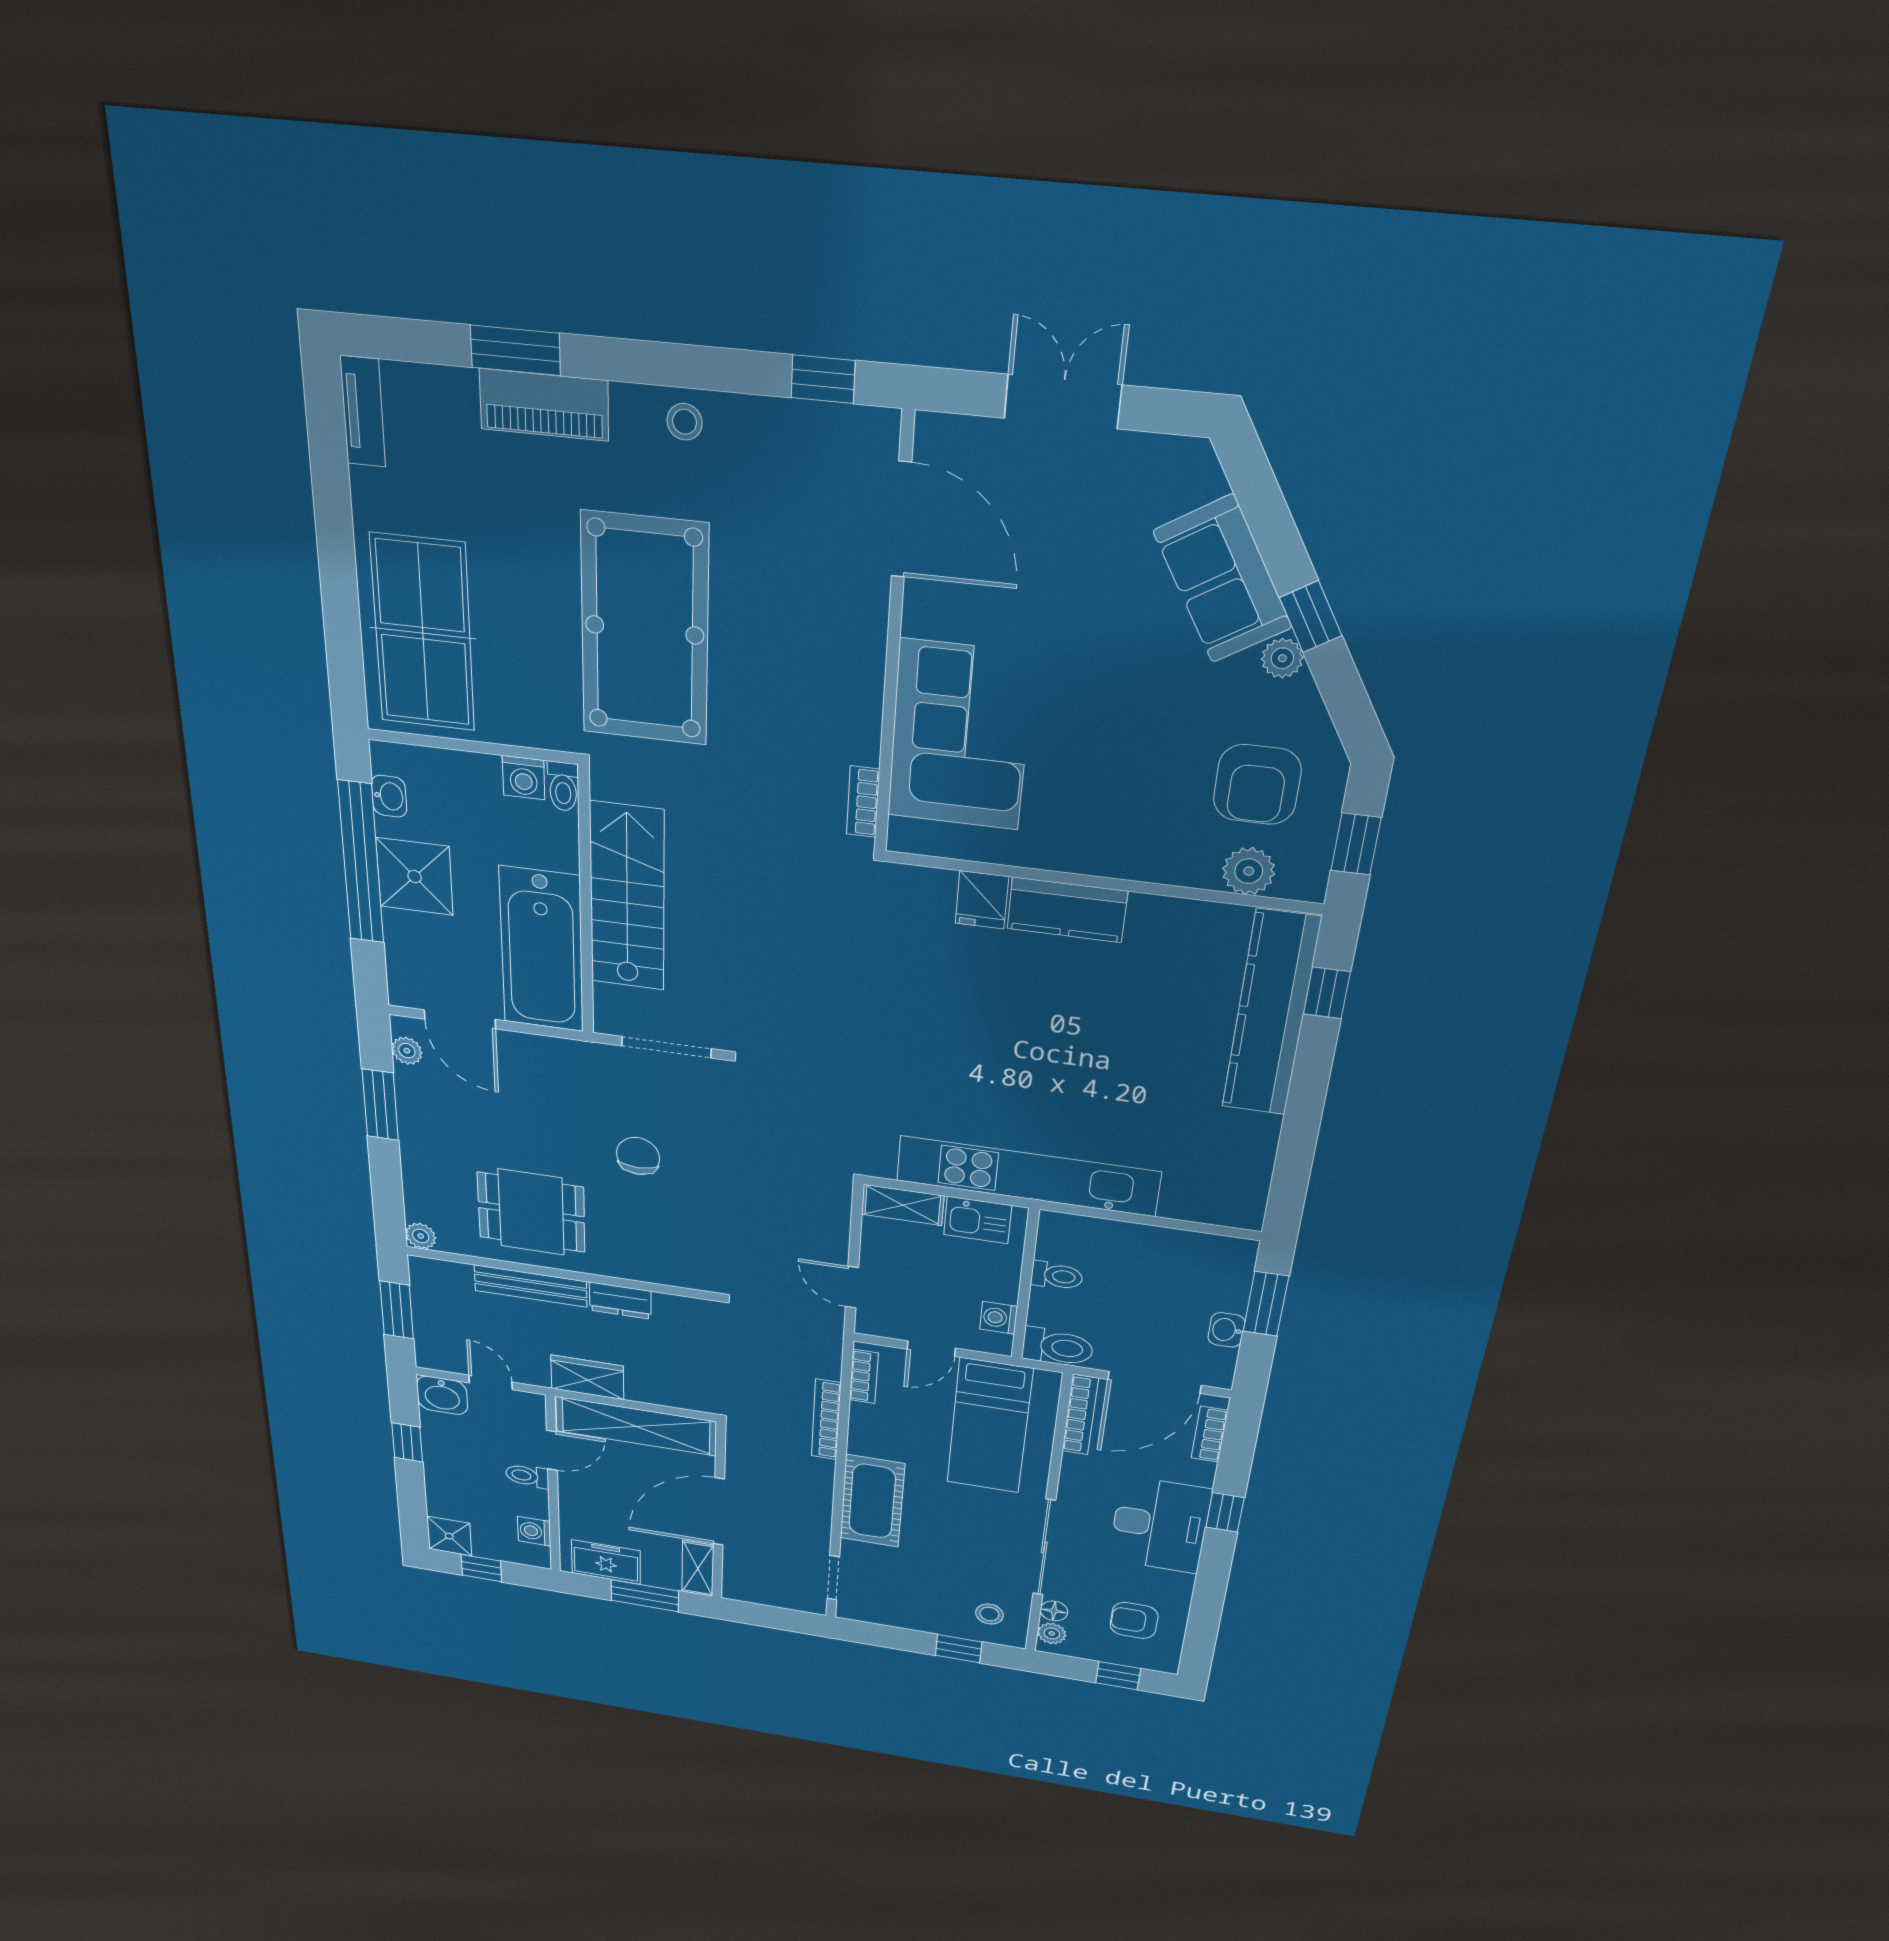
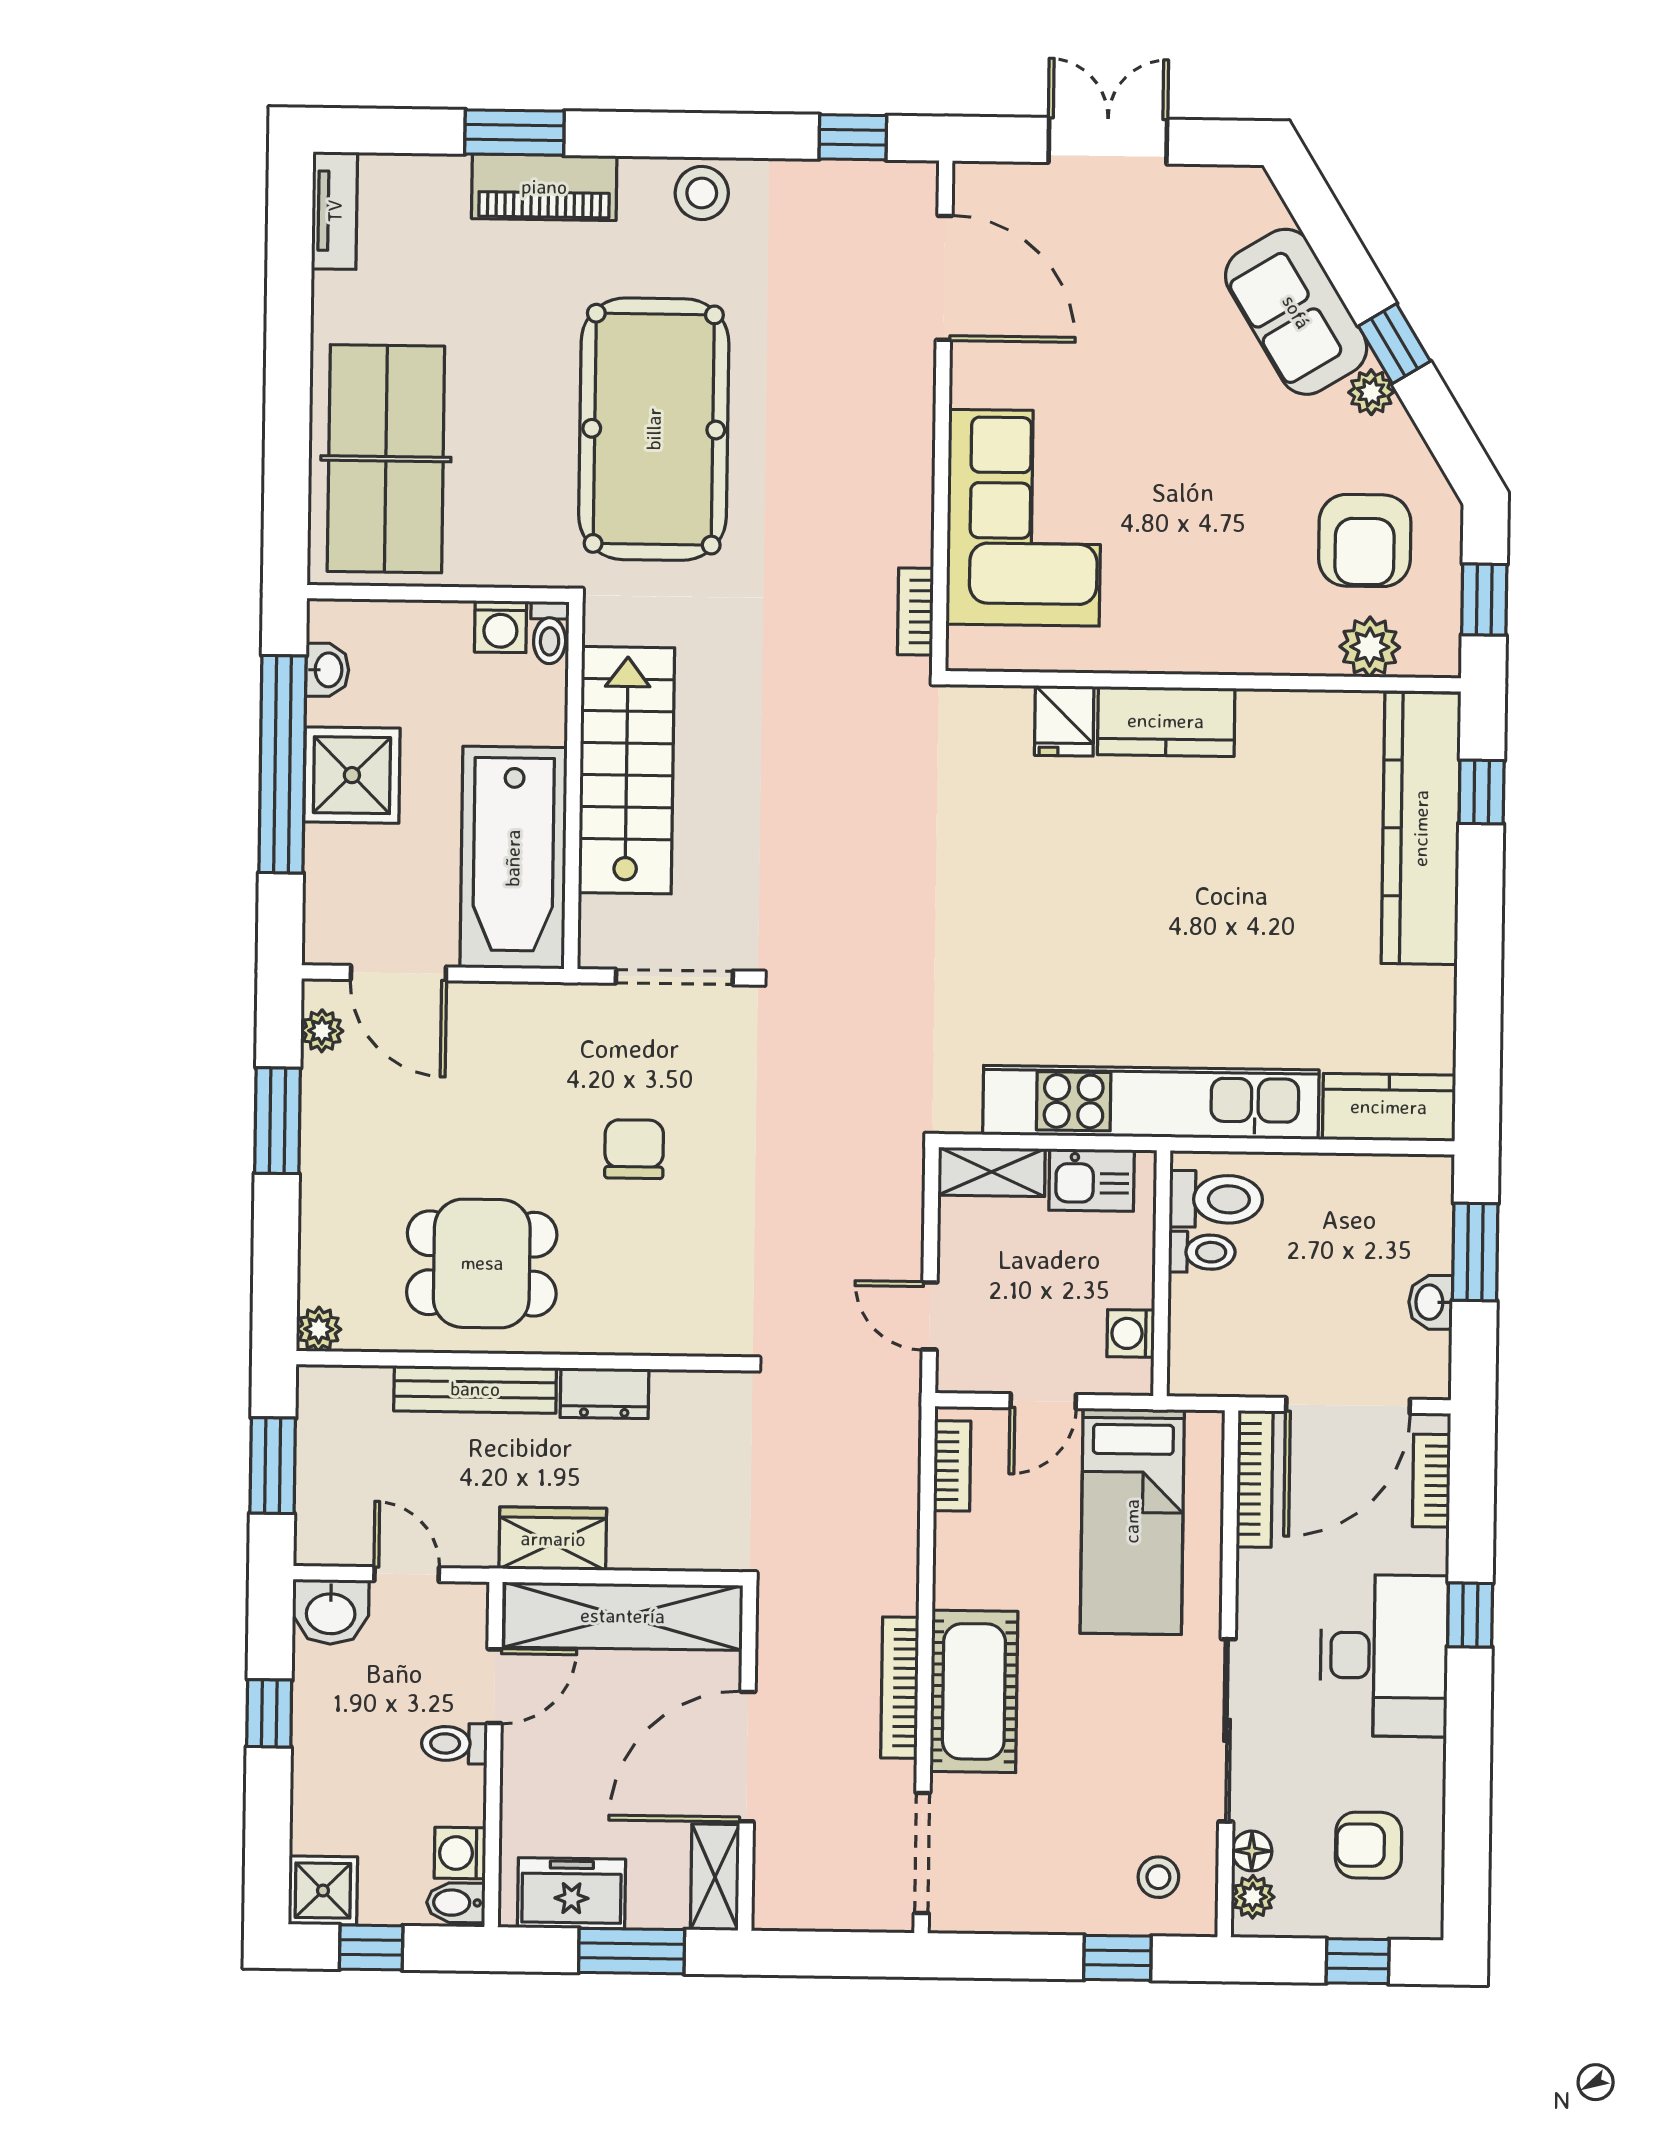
stool: (685, 422) -> (702, 193), width x1.37, depth x1.37
kitchen counter: (1214, 1203) -> (1389, 1107), added
toilet: (1058, 1347) -> (1216, 1199), moved
bookcase: (826, 1420) -> (900, 1688), moved
bidet: (533, 1555) -> (456, 1903), added
doorway: (833, 1578) -> (922, 1853), width x1.38

